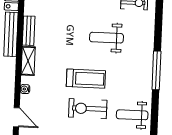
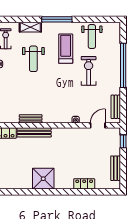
shelving: (28, 61) -> (30, 27), moved
treadmill: (86, 79) -> (66, 49), moved
exercise bike: (88, 109) -> (89, 71), turned 180

